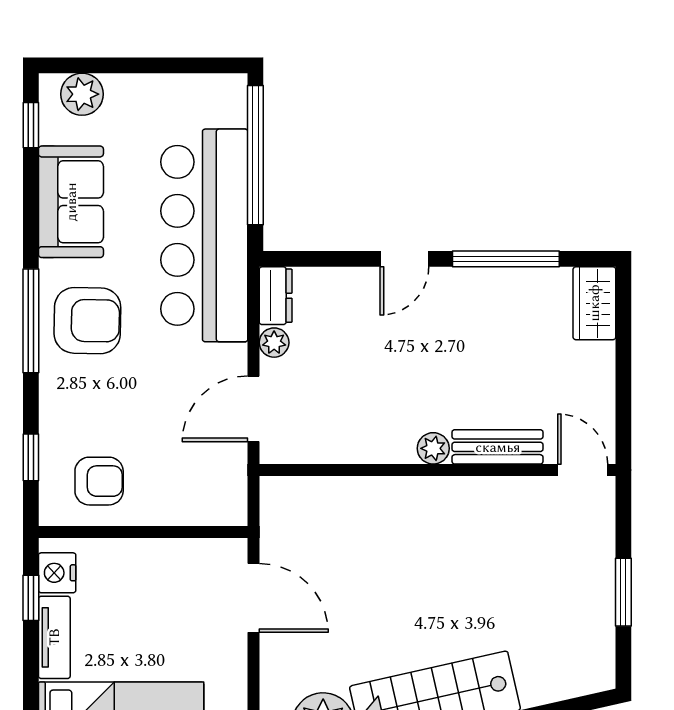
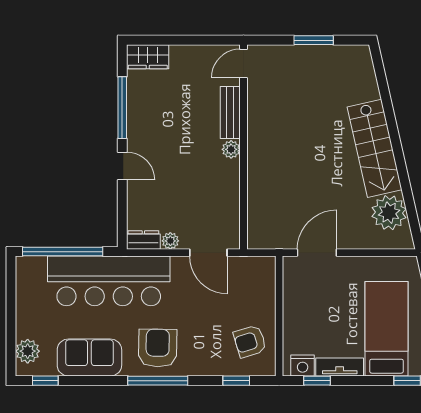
armchair: (99, 481) -> (250, 341), turned -107

